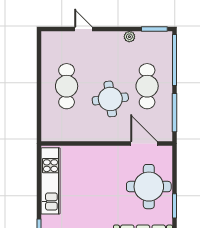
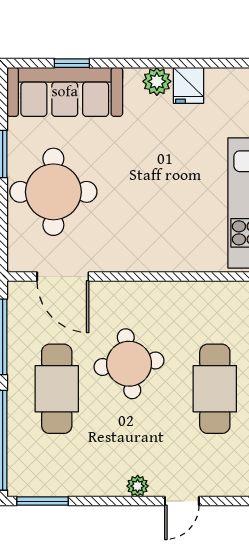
door: (83, 29) -> (182, 501), hinge flipped
plant: (129, 37) -> (138, 486), moved

